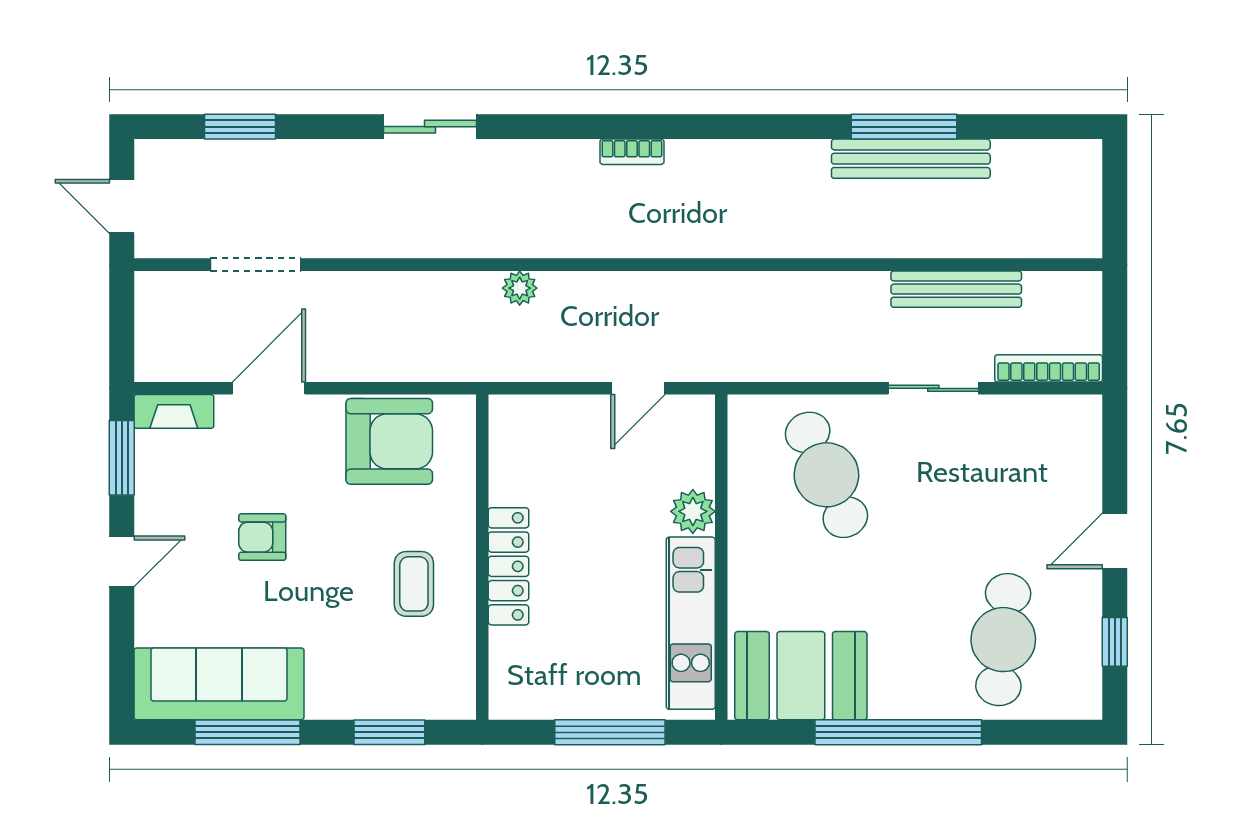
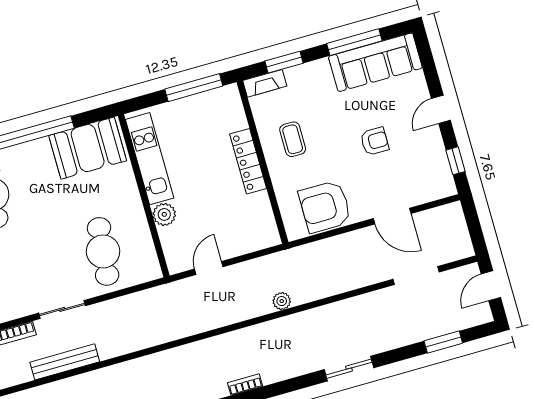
door: (122, 206) -> (491, 286), swing flipped
door: (269, 388) -> (392, 216), hinge flipped
fireplace: (174, 411) -> (265, 83), moved, turned 180
window: (122, 458) -> (455, 161), width x0.67
cafe table: (826, 475) -> (103, 251), turned 30
window: (610, 732) -> (194, 88), moved

